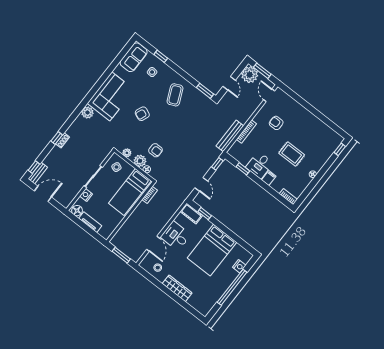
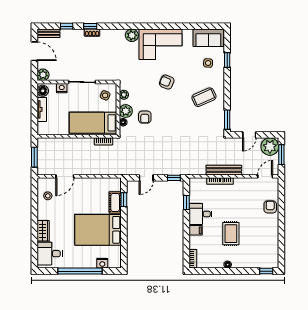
armchair: (276, 123) -> (270, 207), moved
bench: (230, 136) -> (224, 170), moved
window: (34, 167) -> (67, 26), moved
plant: (65, 201) -> (43, 75), added
cot: (191, 214) -> (115, 202), moved
desk: (176, 236) -> (50, 254), moved, turned -90
wardrobe: (177, 288) -> (43, 231), width x0.67

